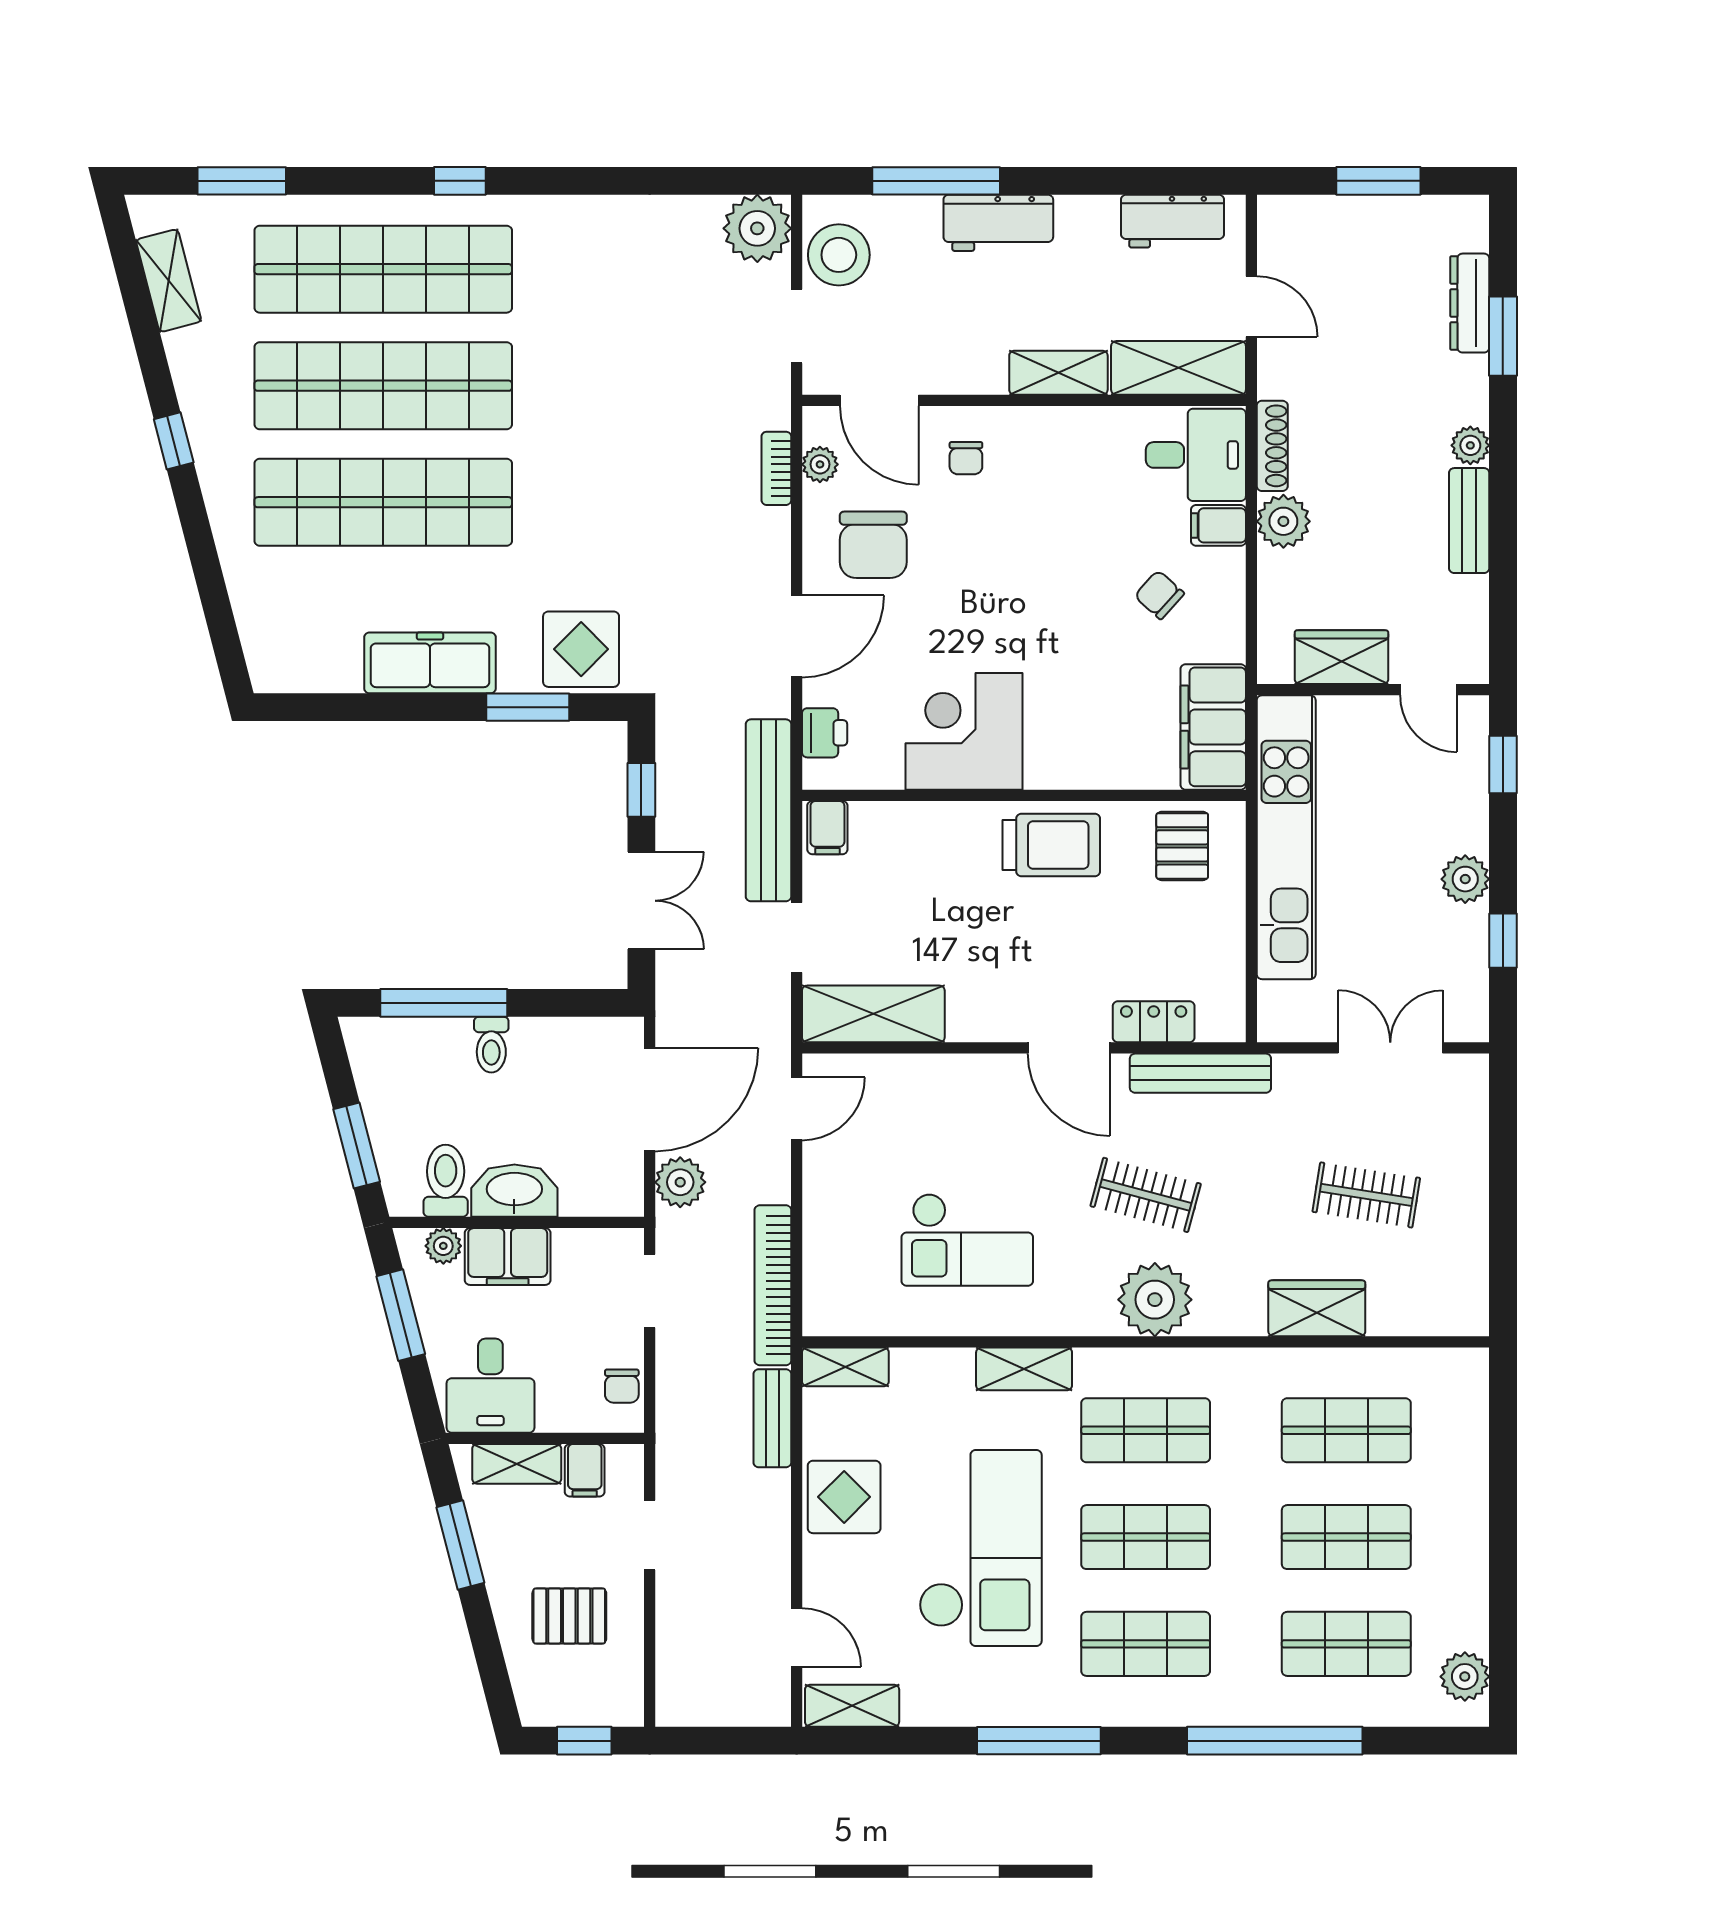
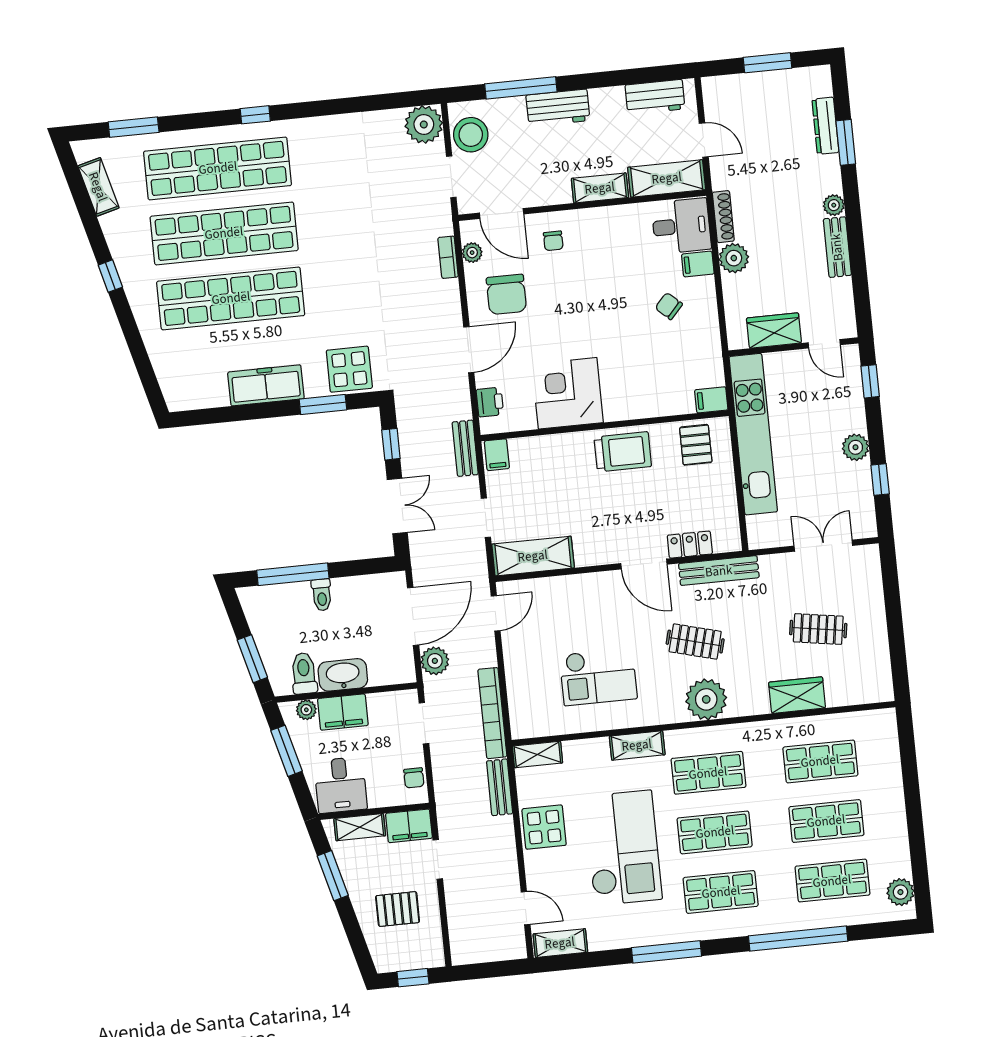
filing cabinet: (1213, 727) -> (711, 400), width x0.33, depth x0.86
bench: (768, 810) -> (465, 448), width x0.54, depth x0.82
filing cabinet: (585, 1470) -> (409, 826), width x2.00

